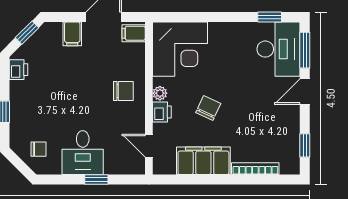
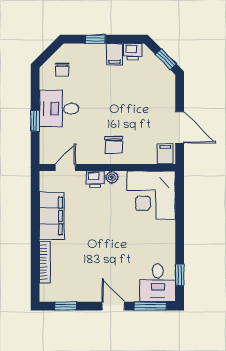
filing cabinet: (72, 34) -> (115, 54), moved, turned -90
desk: (279, 49) -> (158, 283), width x0.73
chair: (208, 108) -> (99, 220), removed

